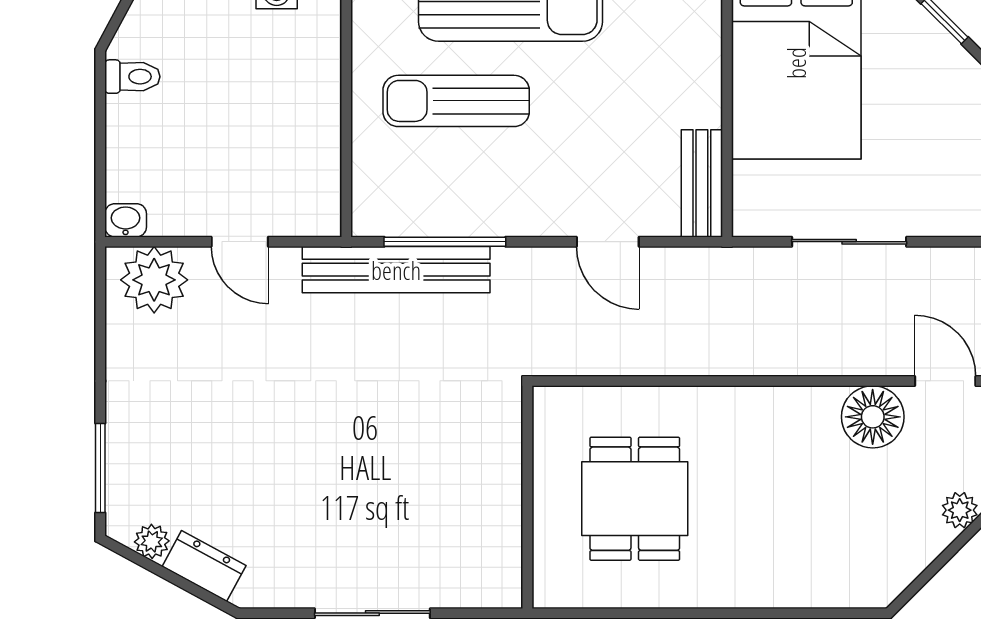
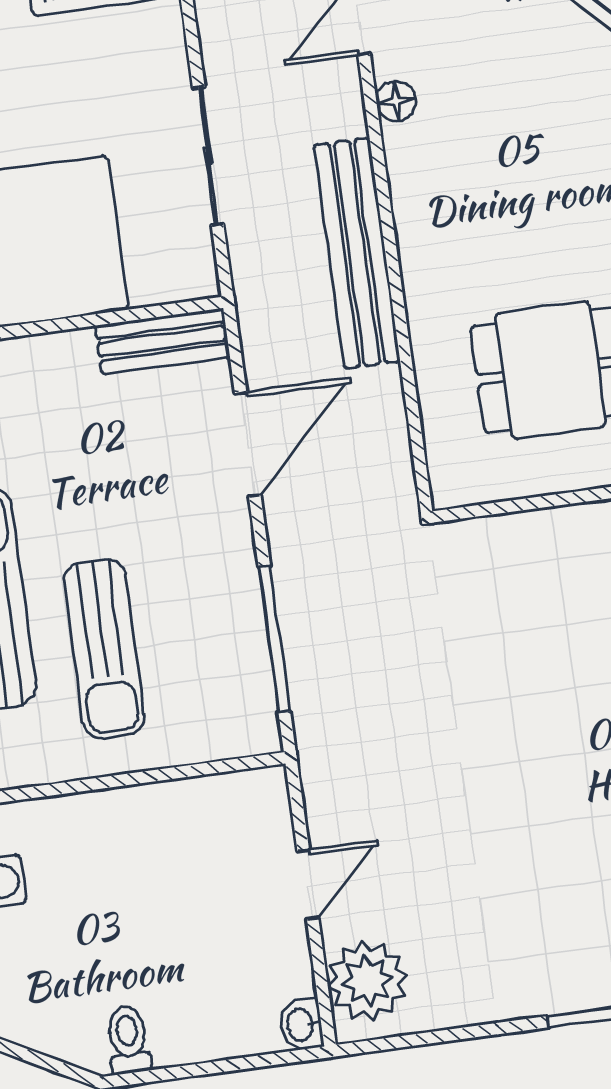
door: (608, 242) -> (248, 444), width x1.38
bench: (396, 270) -> (357, 253), moved
floor lamp: (873, 417) -> (396, 101), width x0.53, depth x0.53

